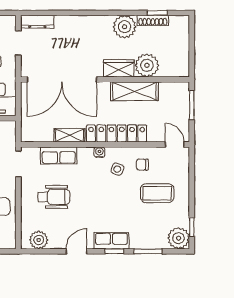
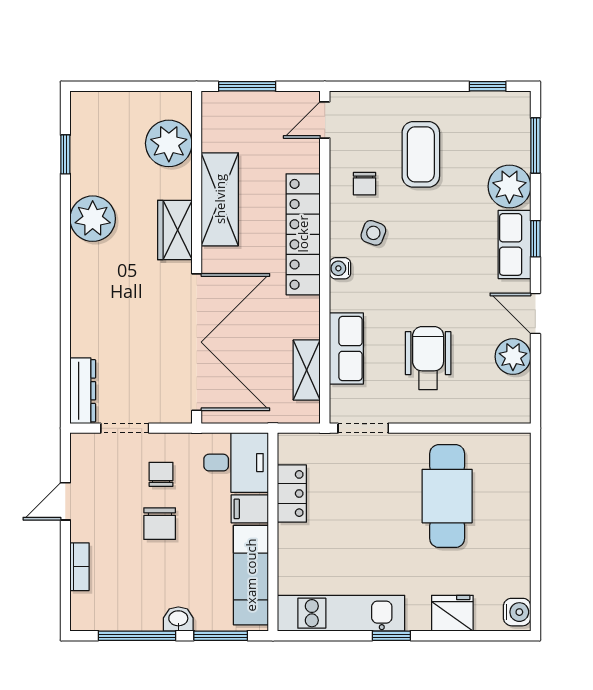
shoe rack: (153, 20) -> (80, 163), removed
plant: (147, 65) -> (169, 143), moved
shelving: (69, 135) -> (307, 370), moved
plant: (179, 238) -> (509, 186), moved
plant: (39, 240) -> (513, 357), moved
window: (148, 251) -> (535, 145), moved

